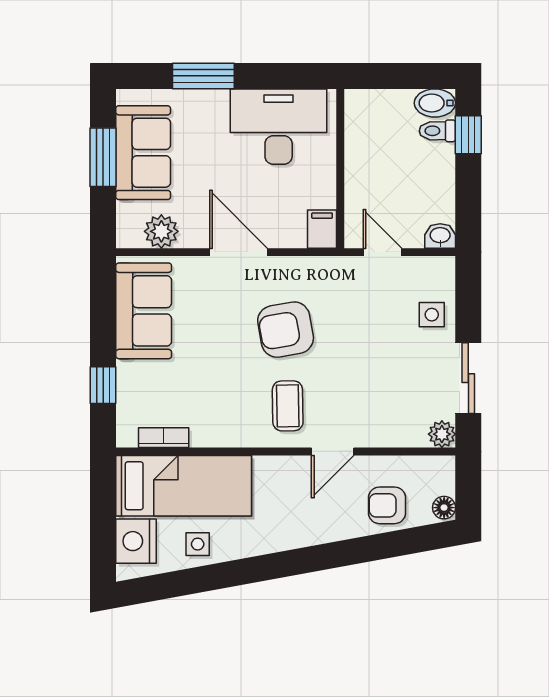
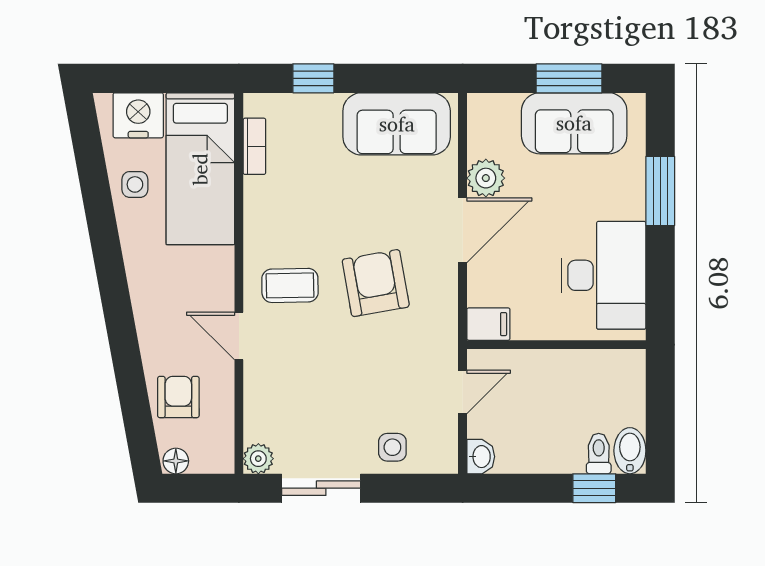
plant: (161, 231) -> (486, 178), moved

